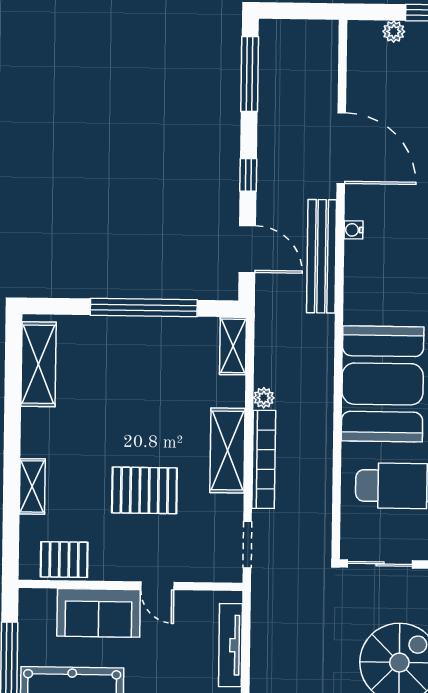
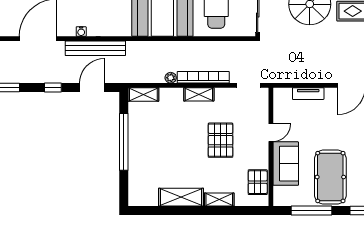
shelving: (39, 364) -> (181, 197), moved
shelving: (227, 451) -> (199, 94), width x0.67, depth x0.75
tv unit: (230, 645) -> (308, 94), width x0.71

